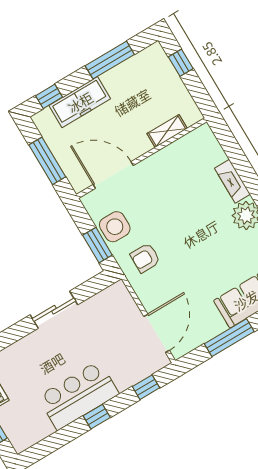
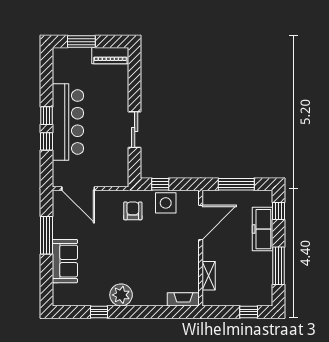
fireplace: (232, 181) -> (183, 299), moved
window: (97, 245) -> (160, 184), width x0.67
window: (146, 387) -> (46, 141), moved
bar counter: (78, 395) -> (68, 122), width x1.36

